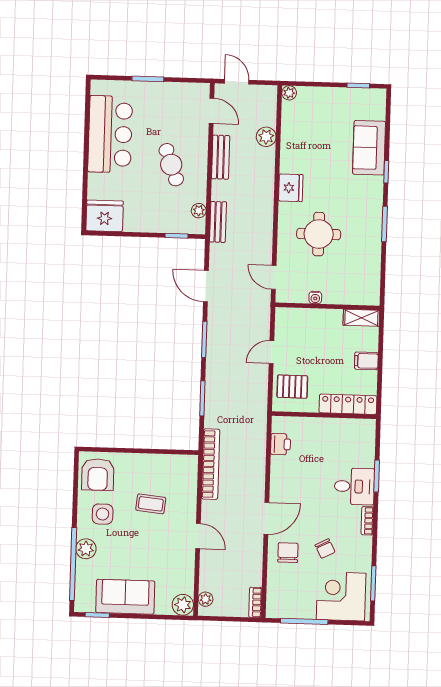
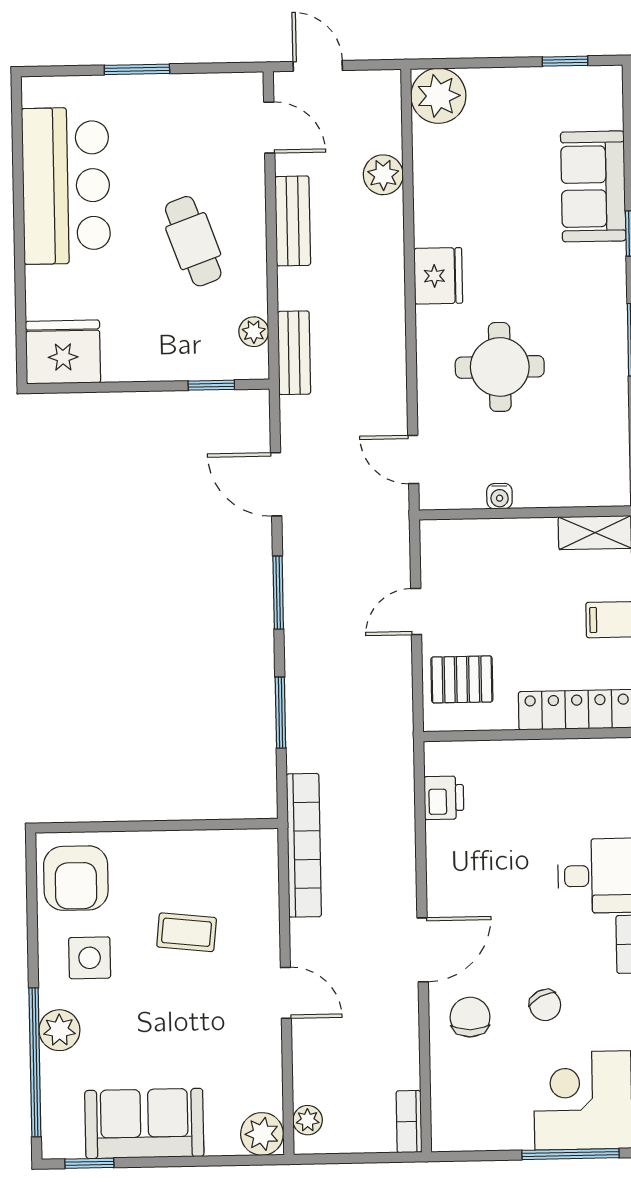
plant: (289, 93) -> (438, 96), width x1.88, depth x1.88
window: (304, 621) -> (571, 1154), moved

